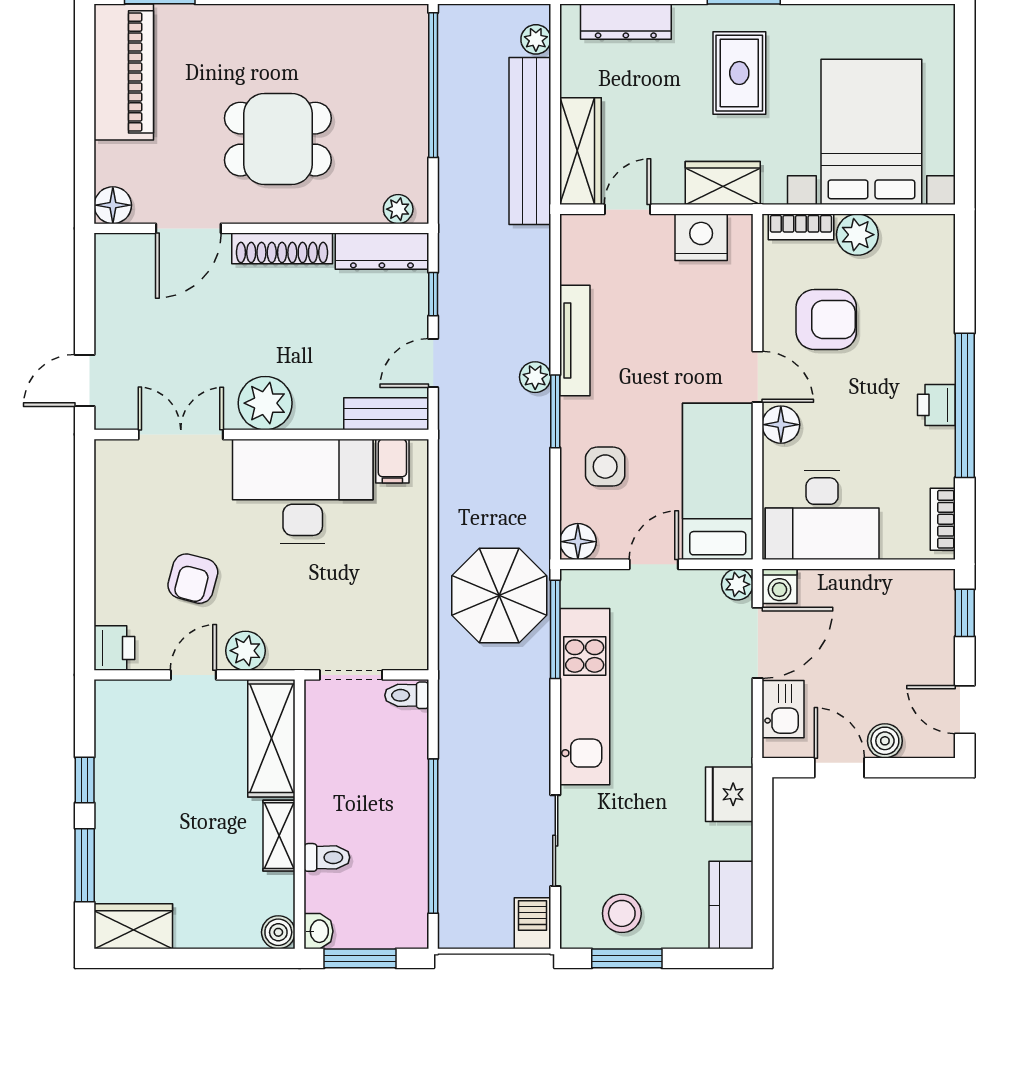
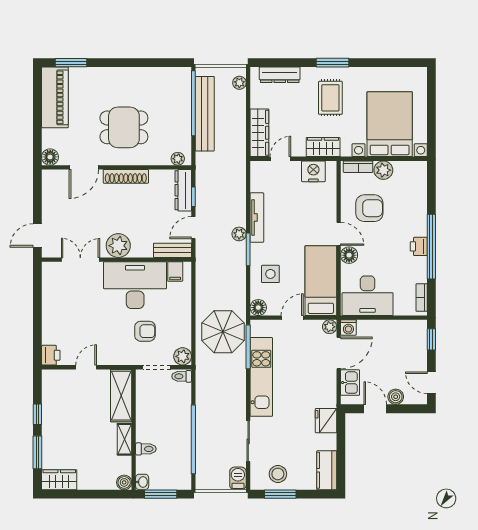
bench: (530, 141) -> (205, 114), moved
dresser: (382, 251) -> (183, 190), moved, turned 90
armchair: (193, 579) -> (145, 331), moved, turned -105
plant: (246, 651) -> (183, 356), moved

